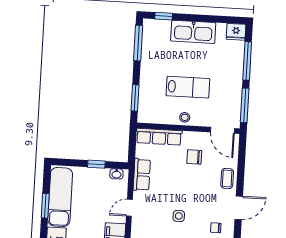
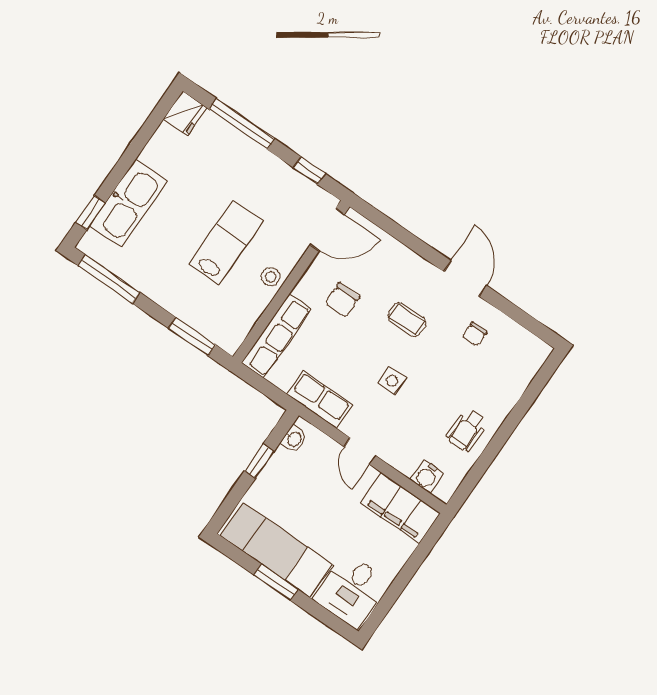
kitchen sink: (193, 32) -> (128, 203), moved
window: (245, 105) -> (309, 171), width x0.46
coffee table: (227, 179) -> (407, 319), moved
side table: (179, 216) -> (392, 381), moved

